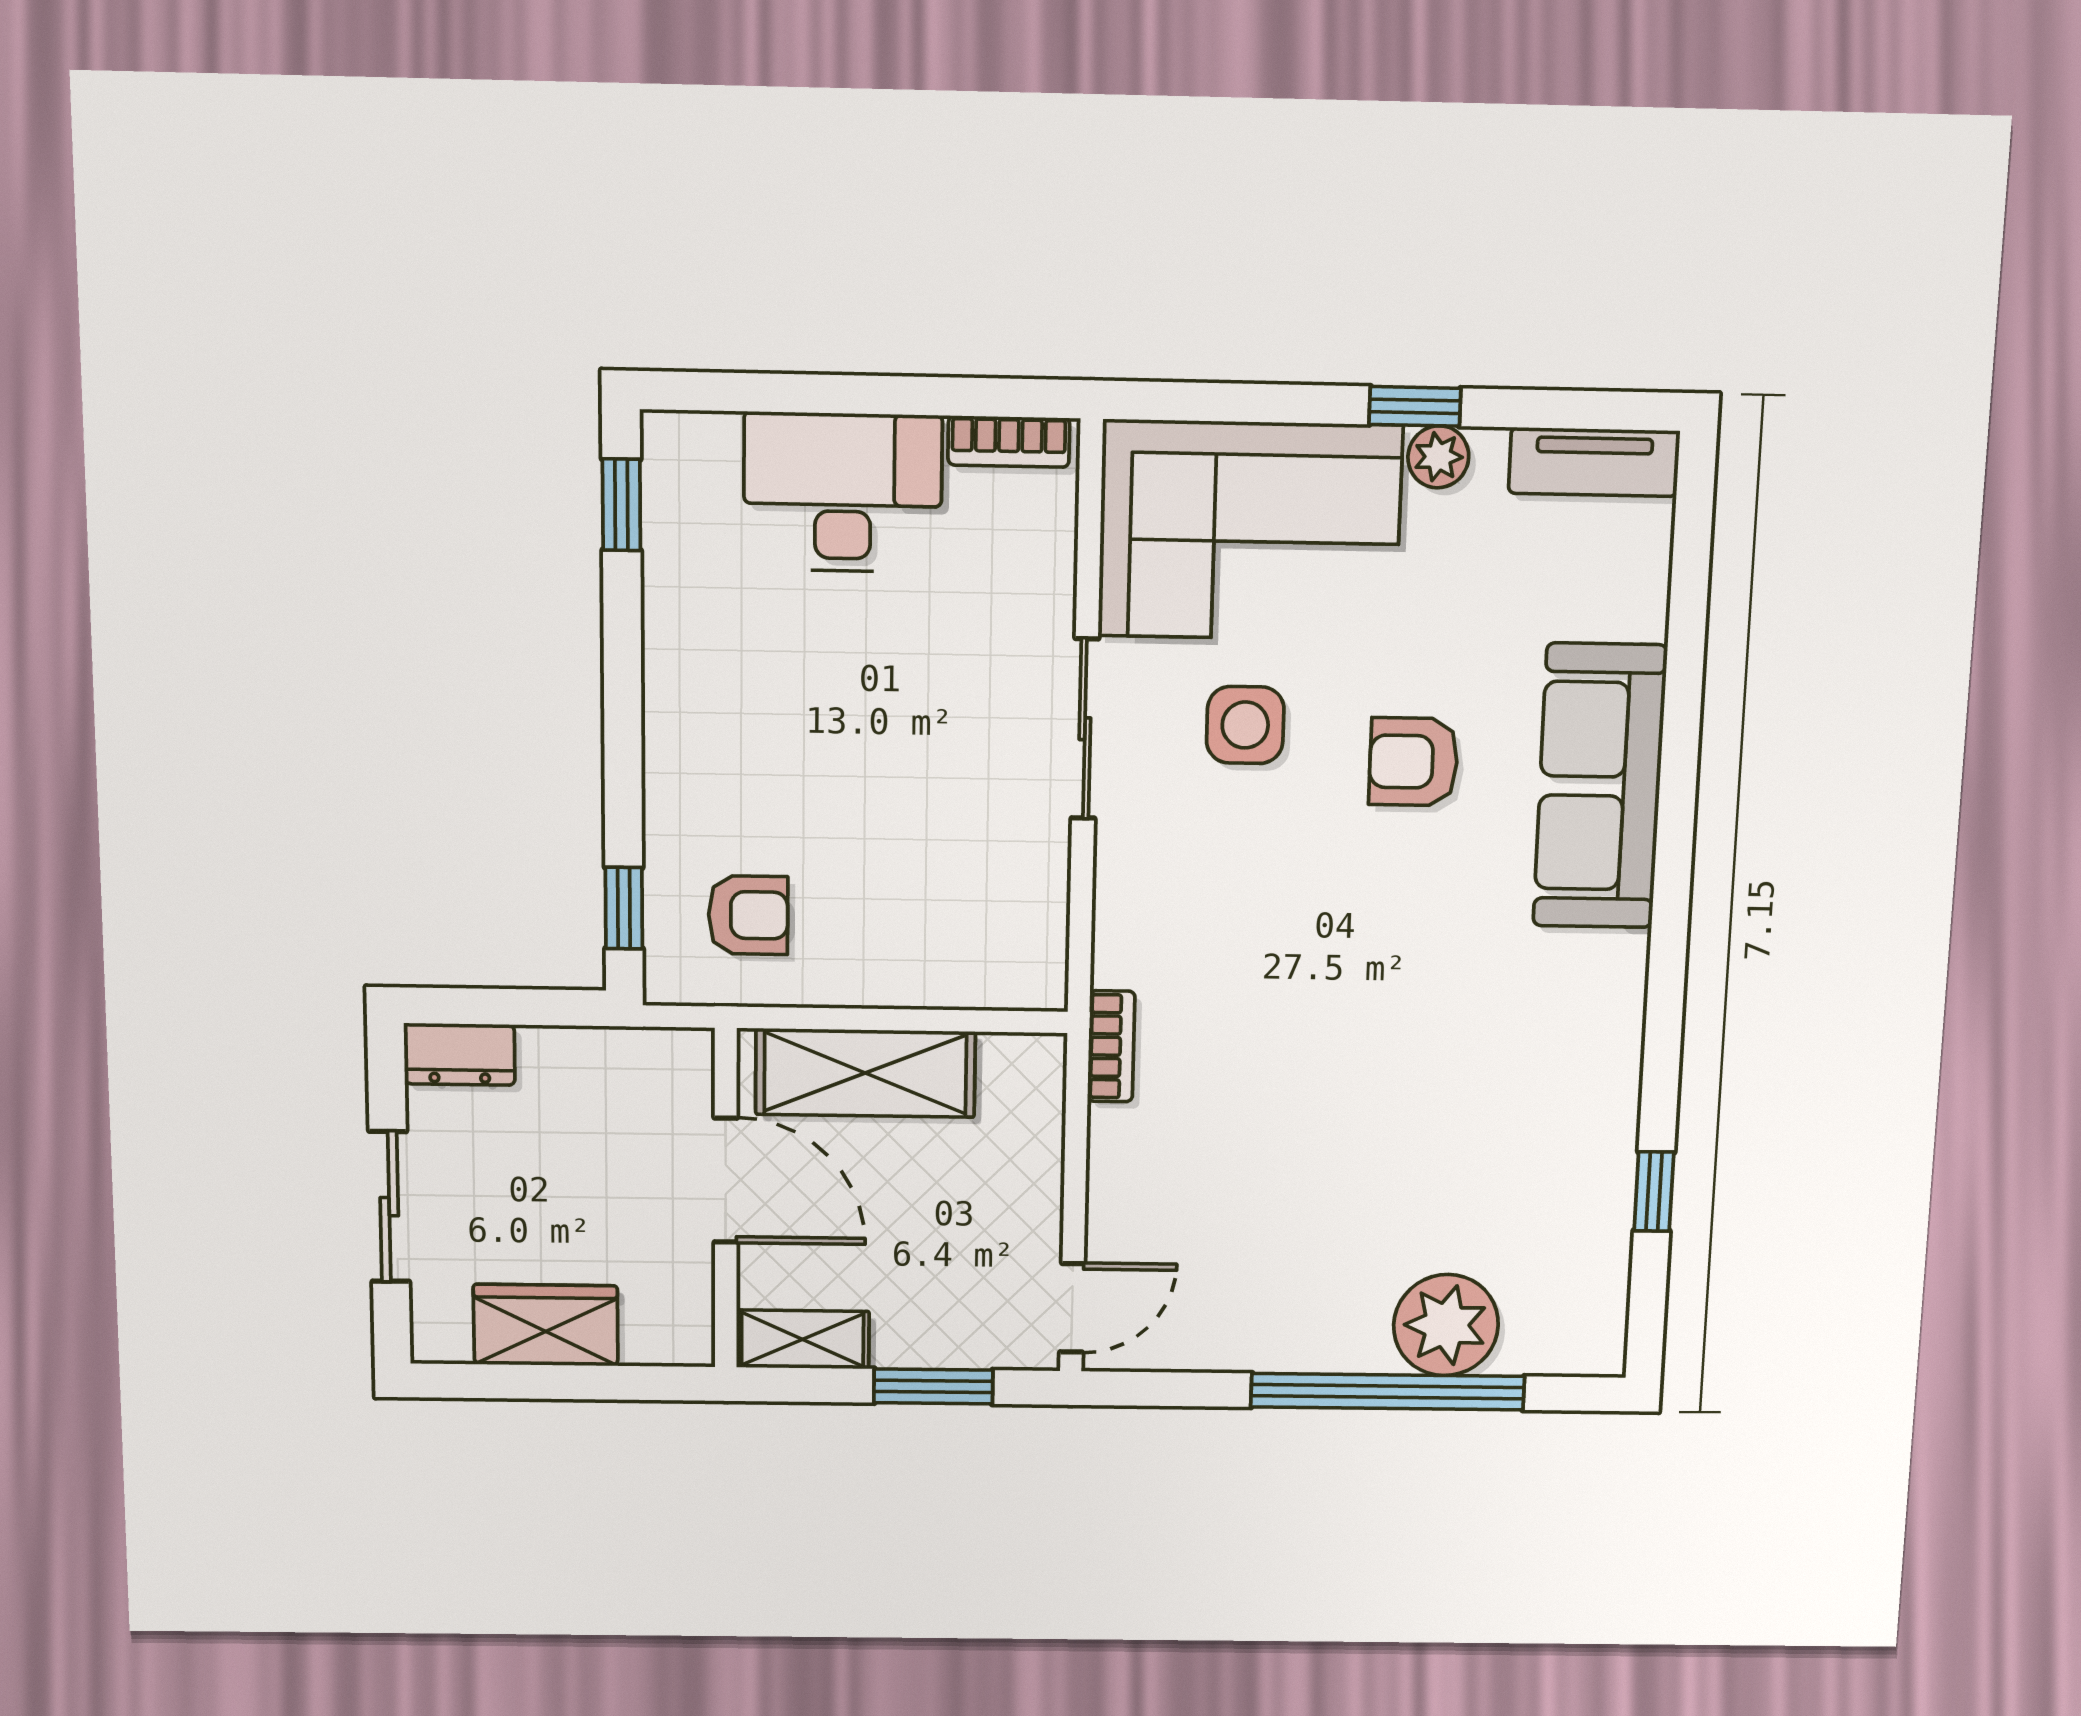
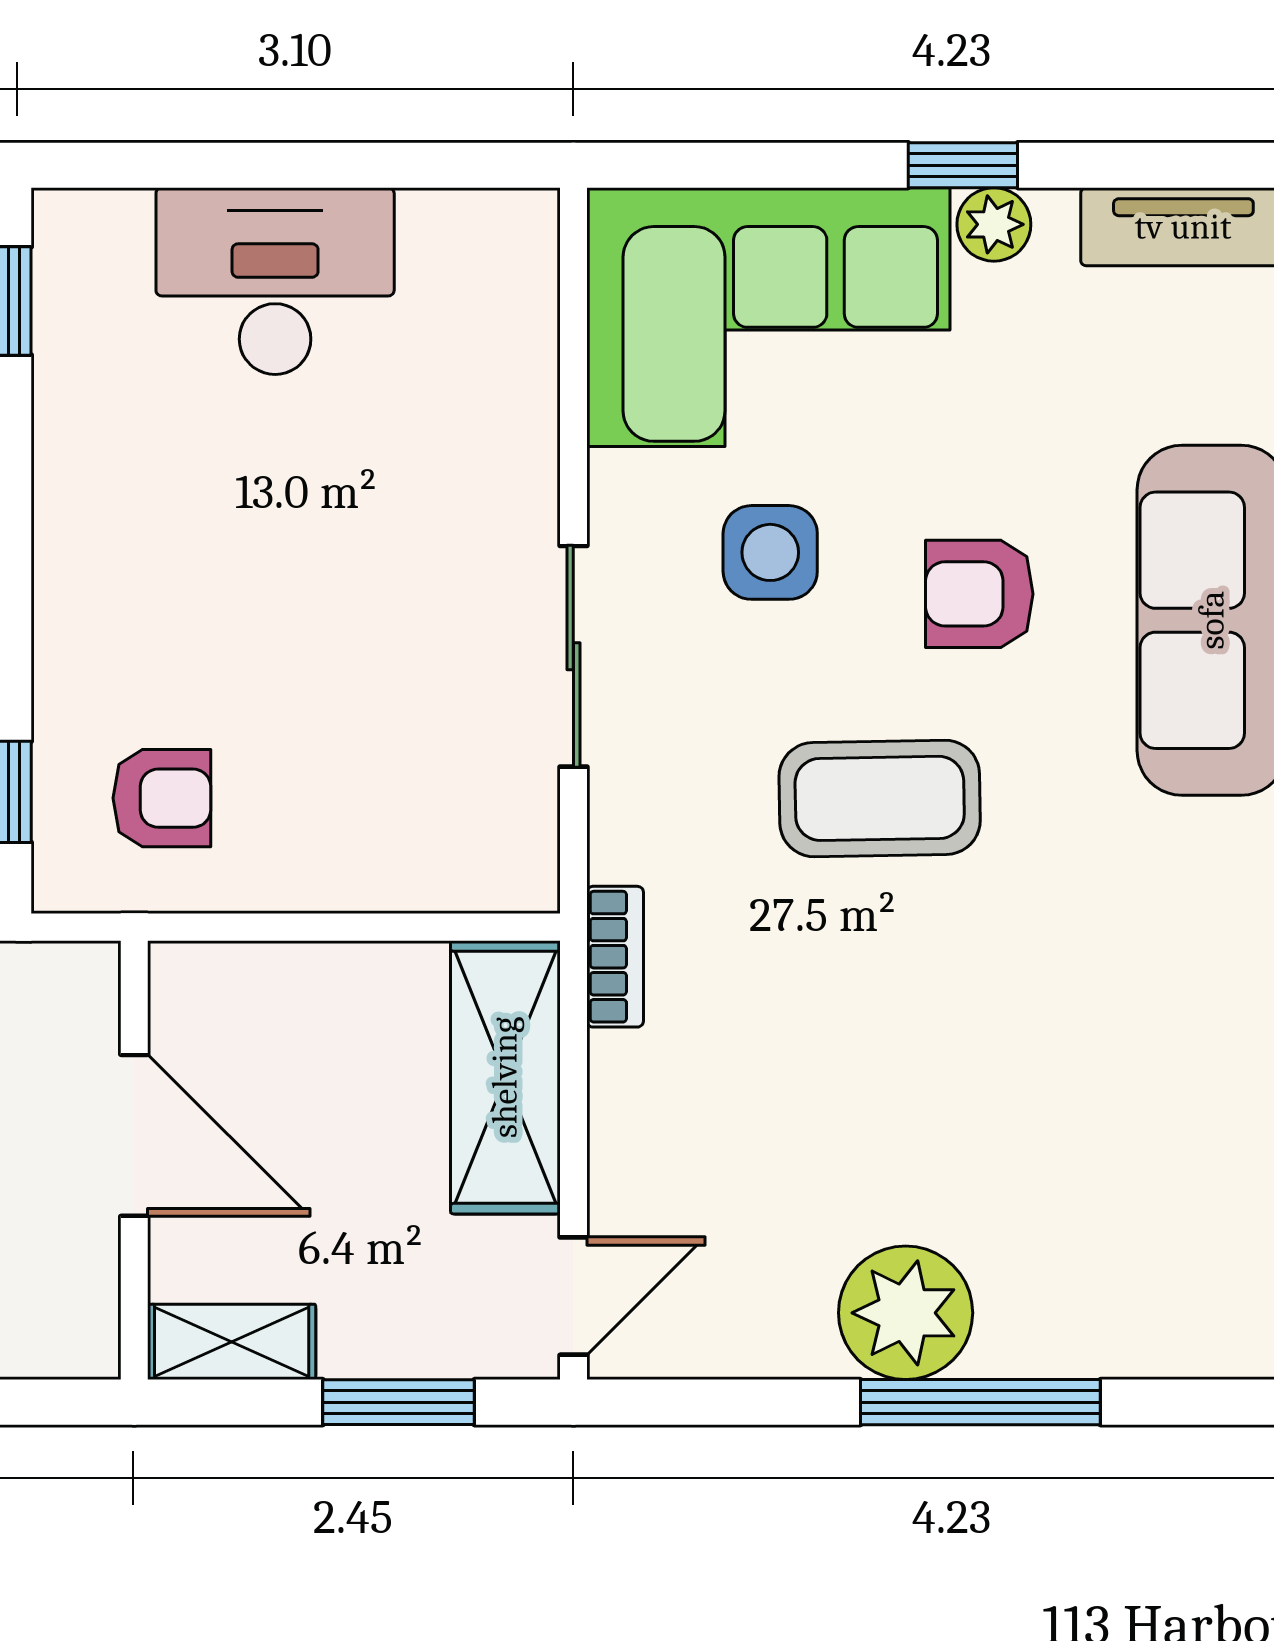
bookcase: (1009, 442) -> (474, 217), removed
sliding door: (1085, 729) -> (573, 656), moved
coffee table: (1327, 925) -> (880, 798), added
shelving: (865, 1073) -> (505, 1077), moved, turned 90
plant: (1446, 1325) -> (906, 1313), moved
window: (1388, 1392) -> (980, 1402), width x0.68

